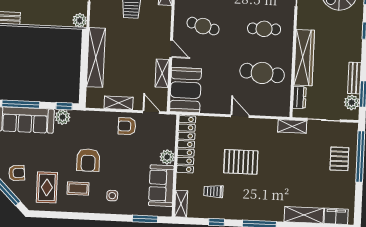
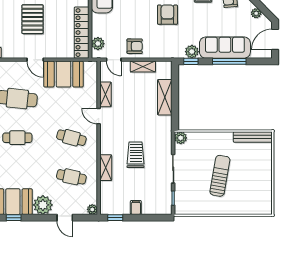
shelving: (96, 57) -> (165, 97), width x0.68
booth: (186, 90) -> (63, 74), moved, turned 90
plant: (167, 157) -> (98, 44), moved
pallet: (241, 162) -> (33, 19), turned 90

